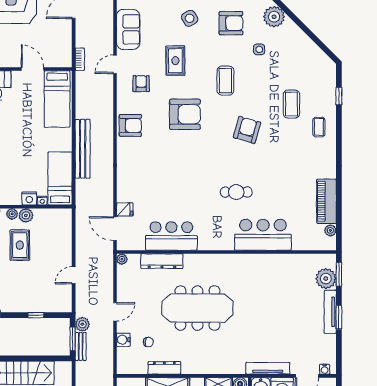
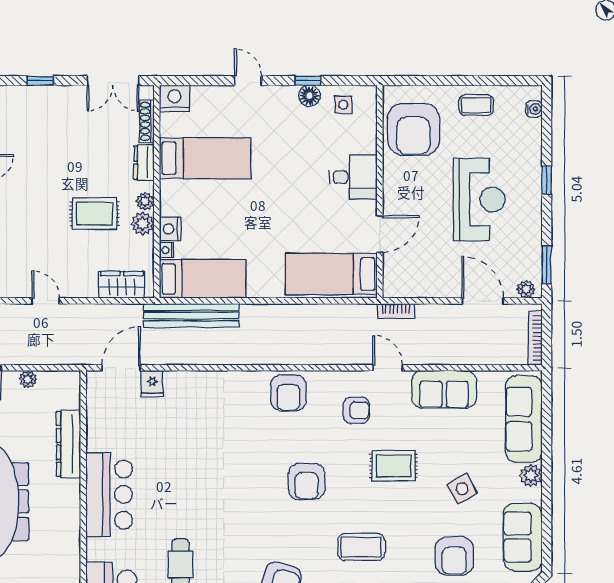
armchair: (185, 114) -> (307, 481), width x0.73, depth x0.73
bench: (83, 149) -> (191, 315), moved
wardrobe: (64, 228) -> (122, 285), added
bar counter: (171, 236) -> (109, 495), moved
plant: (122, 259) -> (28, 379), moved

